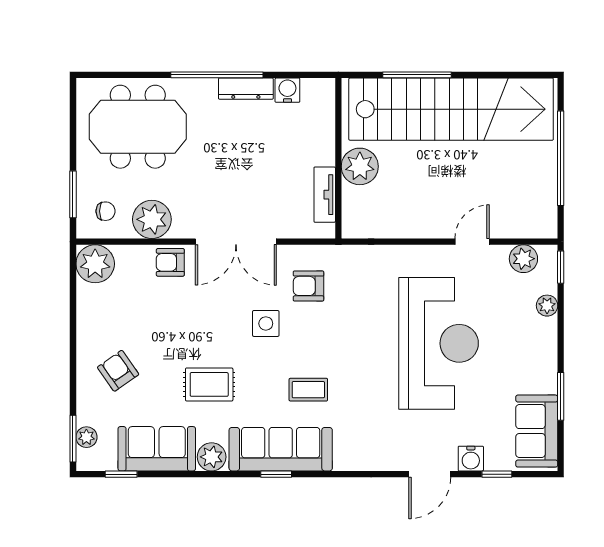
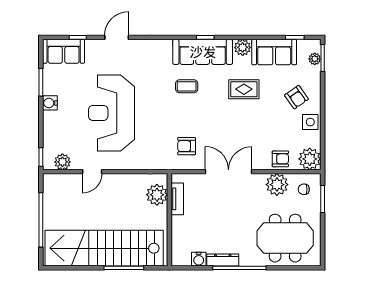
plant: (360, 166) -> (157, 195), moved
armchair: (170, 262) -> (280, 159), moved
armchair: (308, 286) -> (187, 146), turned 180
plant: (547, 306) -> (49, 135), removed
side table: (266, 323) -> (310, 122), moved
sofa: (537, 431) -> (64, 51), moved, turned 90
water cooler: (471, 459) -> (50, 103), moved, turned -90

